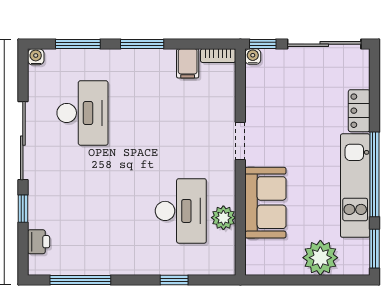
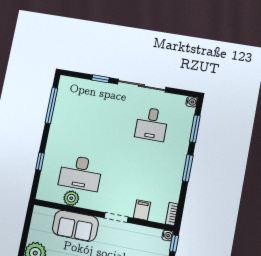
filing cabinet: (188, 63) -> (142, 210), moved, turned 90
desk: (82, 113) -> (152, 124), width x0.73
printer: (39, 242) -> (79, 85), removed

